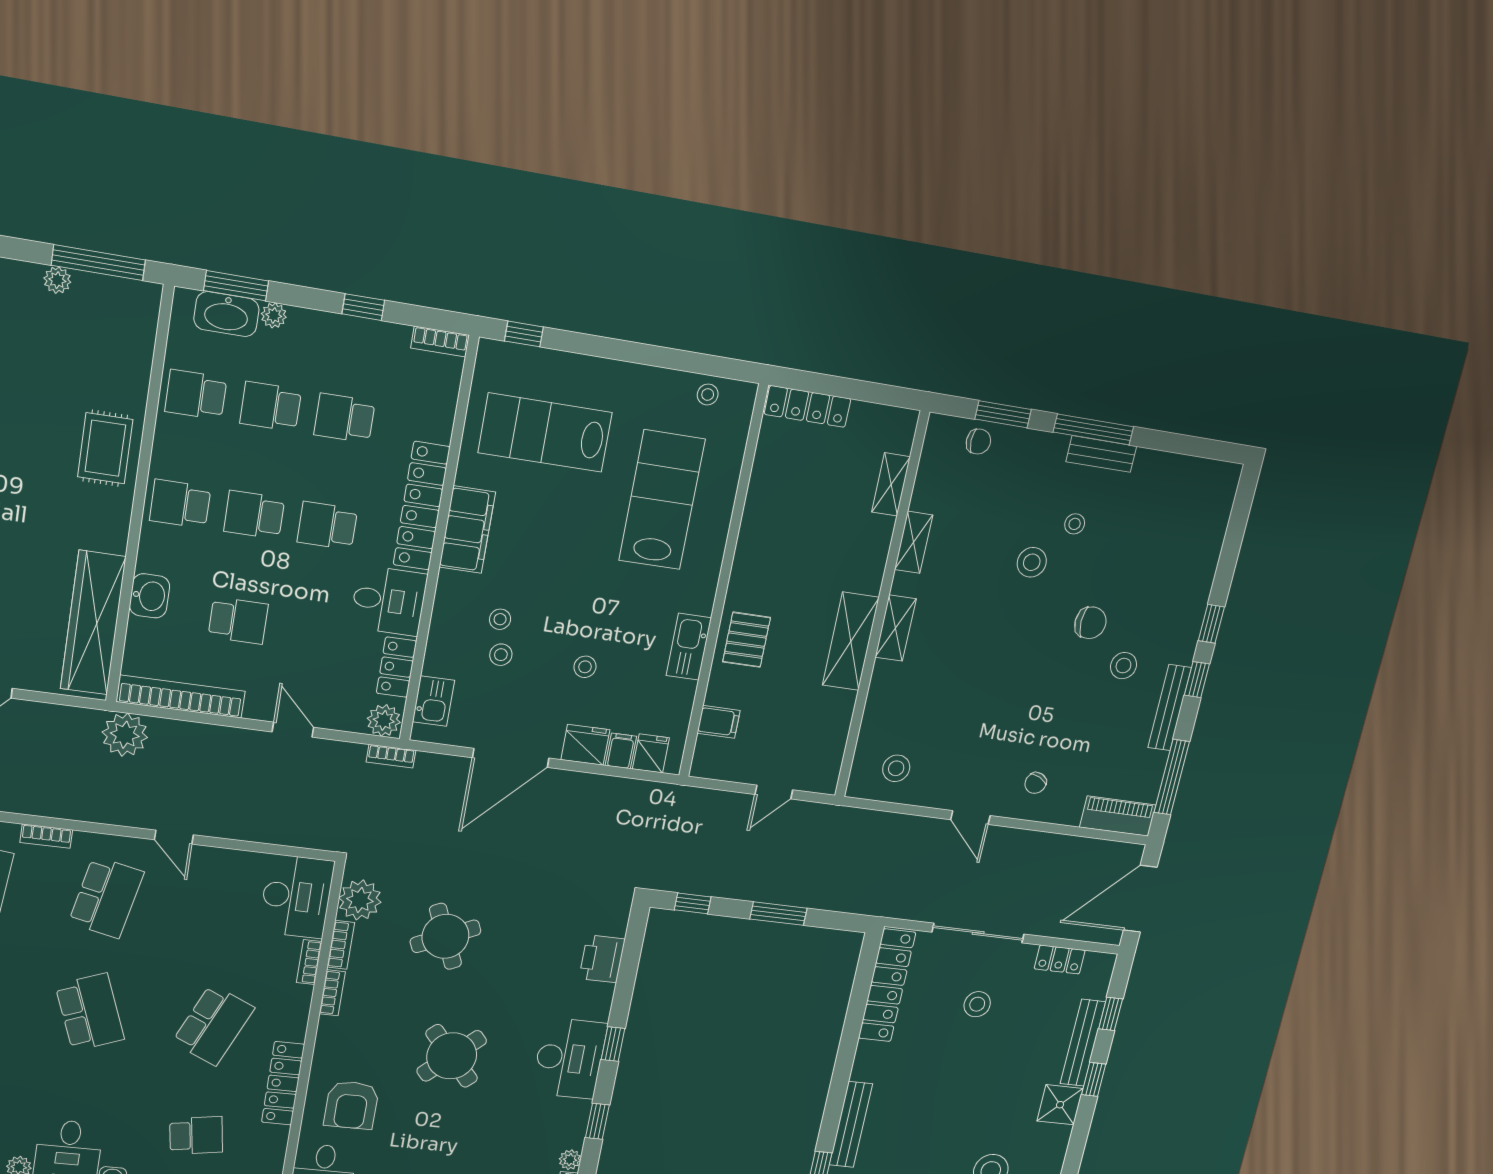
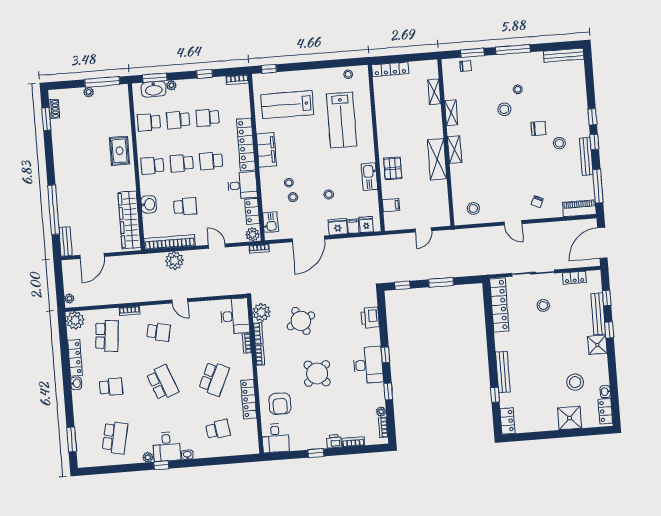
bench: (1101, 454) -> (564, 55), moved, width x1.36
lab bench: (662, 500) -> (342, 120), turned 180
plant: (125, 735) -> (174, 261), moved
school desk: (106, 897) -> (158, 332), width x0.54

